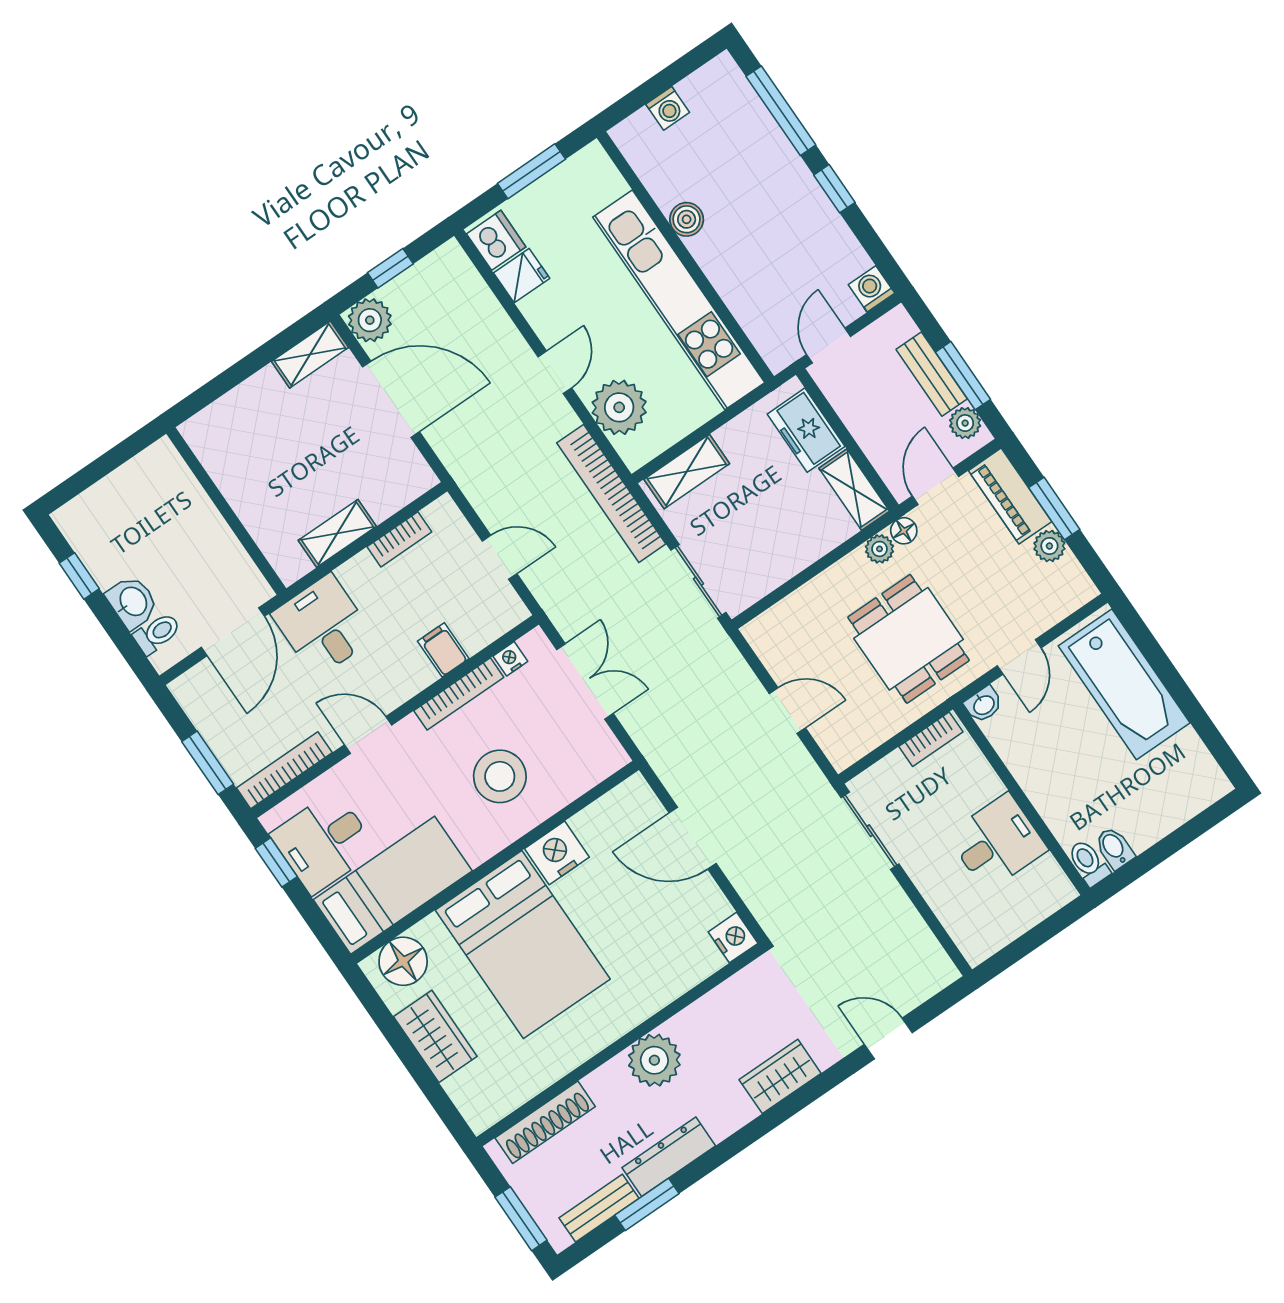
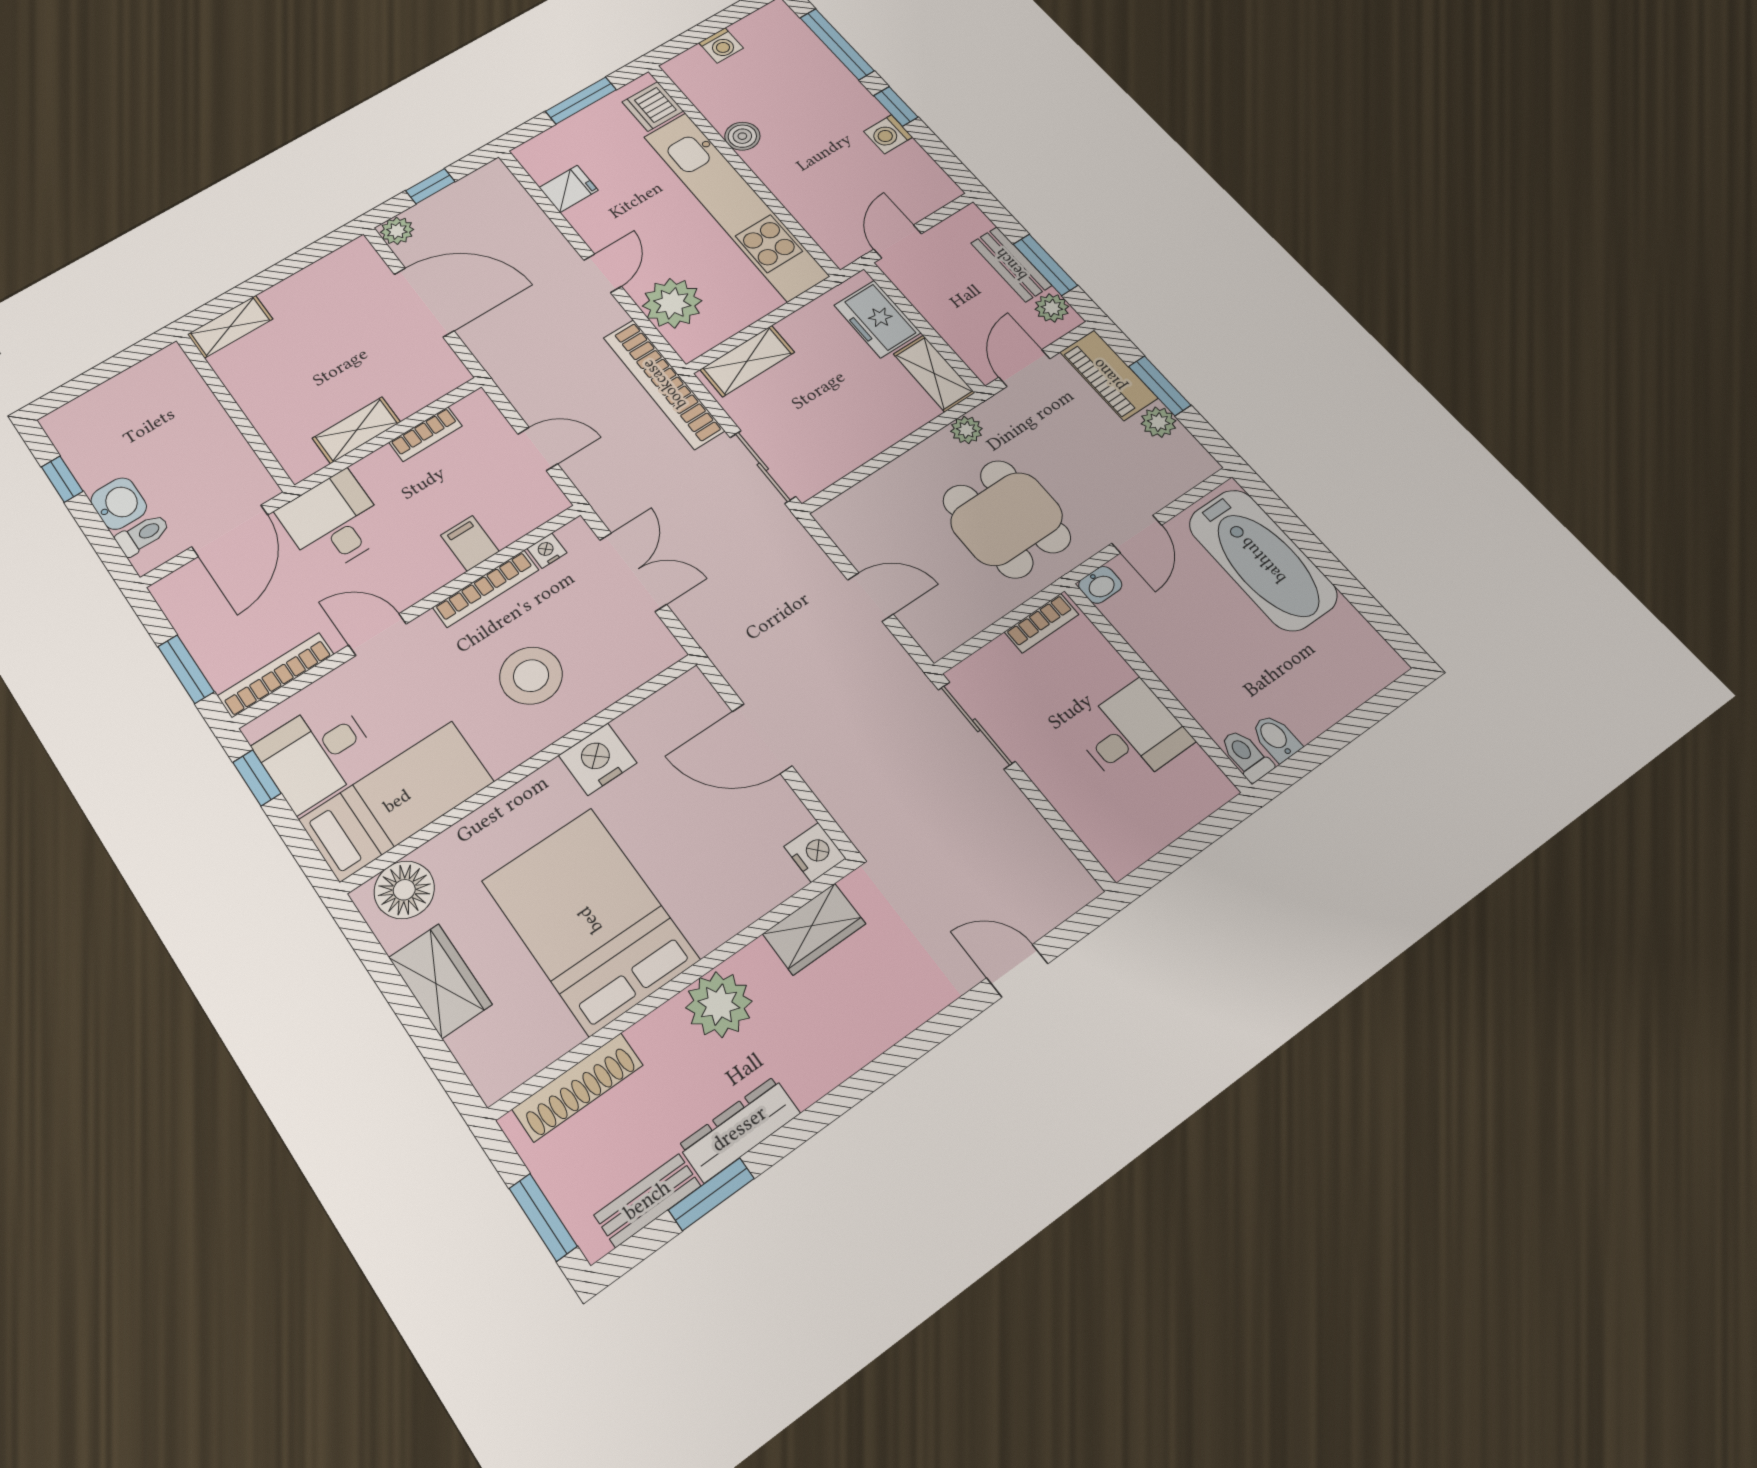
dishwasher: (496, 240) -> (653, 106), moved, turned 180
washing machine: (872, 289) -> (888, 134), moved, turned -90
plant: (370, 320) -> (397, 231), width x0.73, depth x0.73
shelving: (310, 354) -> (230, 327), moved
floor lamp: (904, 531) -> (993, 412), removed
bed: (523, 945) -> (590, 920), moved, turned 180
wardrobe: (780, 1076) -> (814, 929), moved, turned 180

